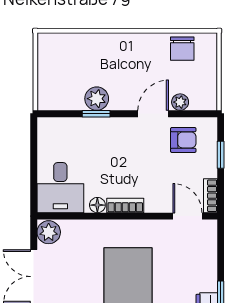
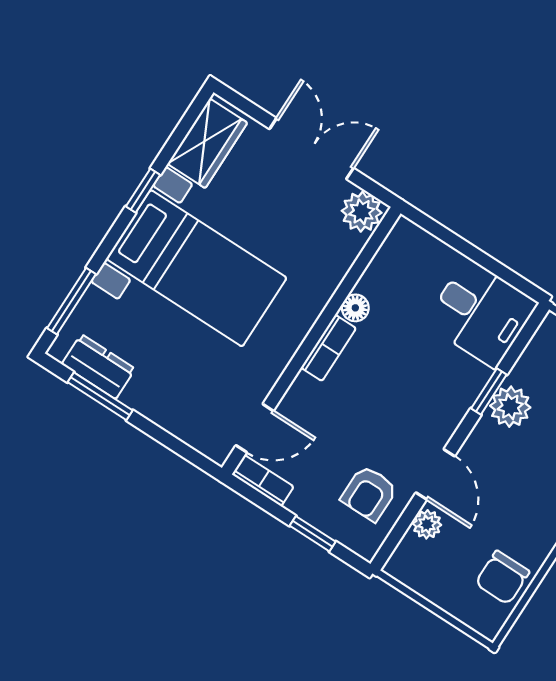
chair: (182, 49) -> (502, 578), turned -90
desk: (60, 188) -> (481, 313), moved, turned 180

